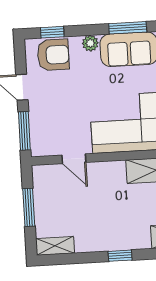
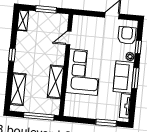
window: (52, 32) -> (138, 47), moved
armchair: (53, 55) -> (127, 35), turned 180
window: (24, 131) -> (88, 13), removed

